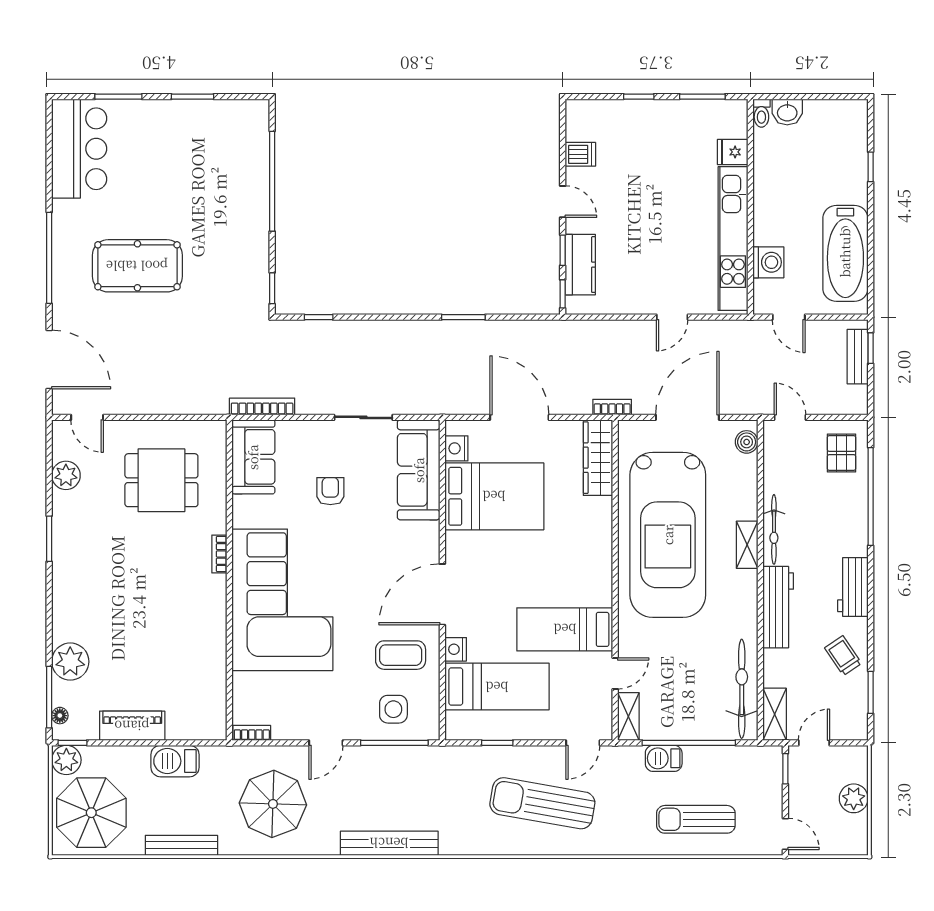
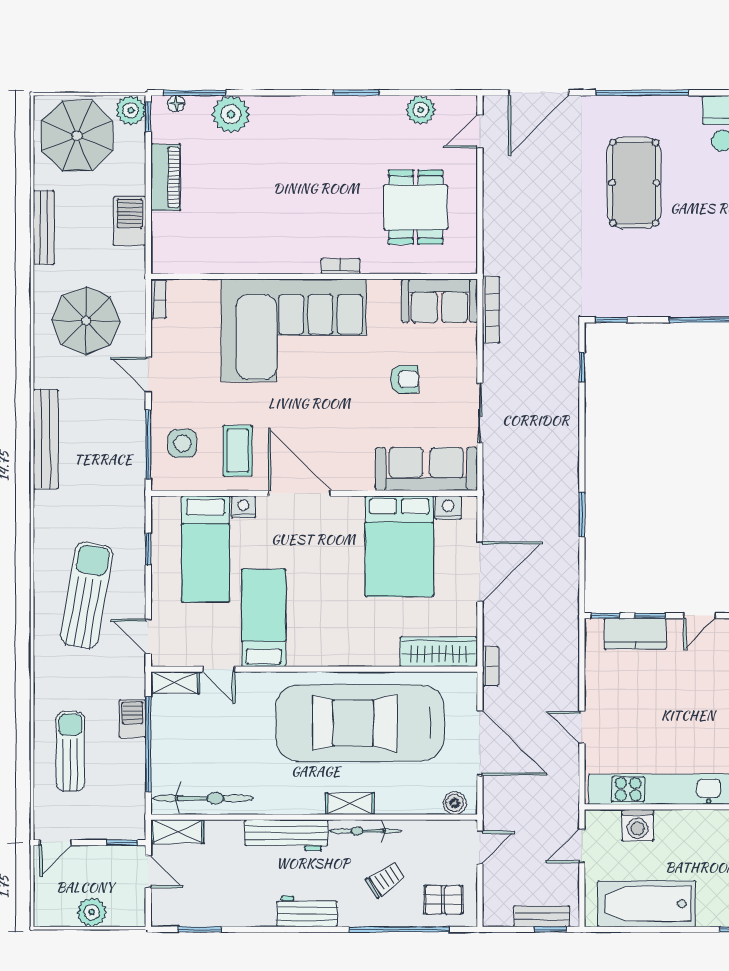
trolley: (843, 656) -> (385, 880), moved

